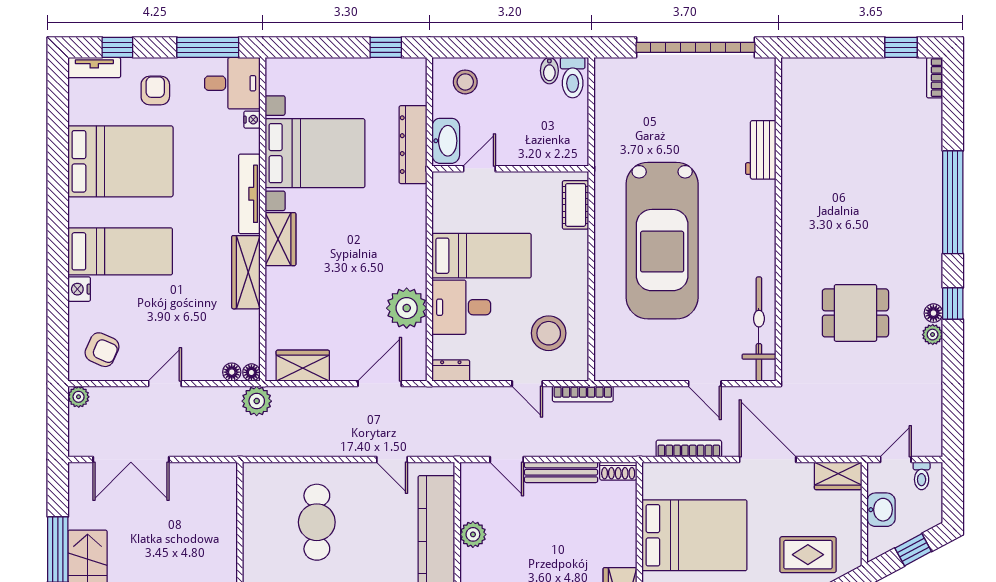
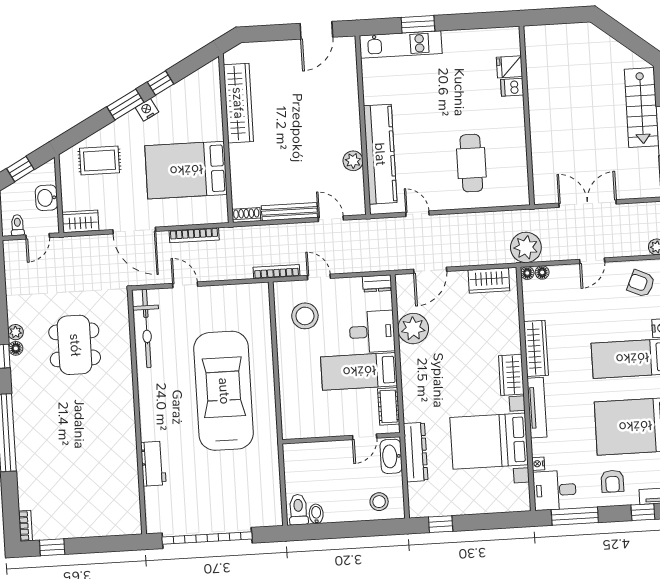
cot: (576, 205) -> (389, 406), moved
dining table: (855, 313) -> (75, 345), width x1.38
plant: (257, 401) -> (526, 247), width x1.36, depth x1.36
double door: (131, 459) -> (588, 204), moved

